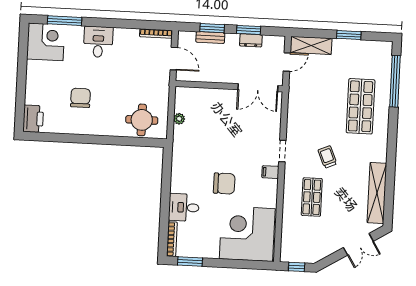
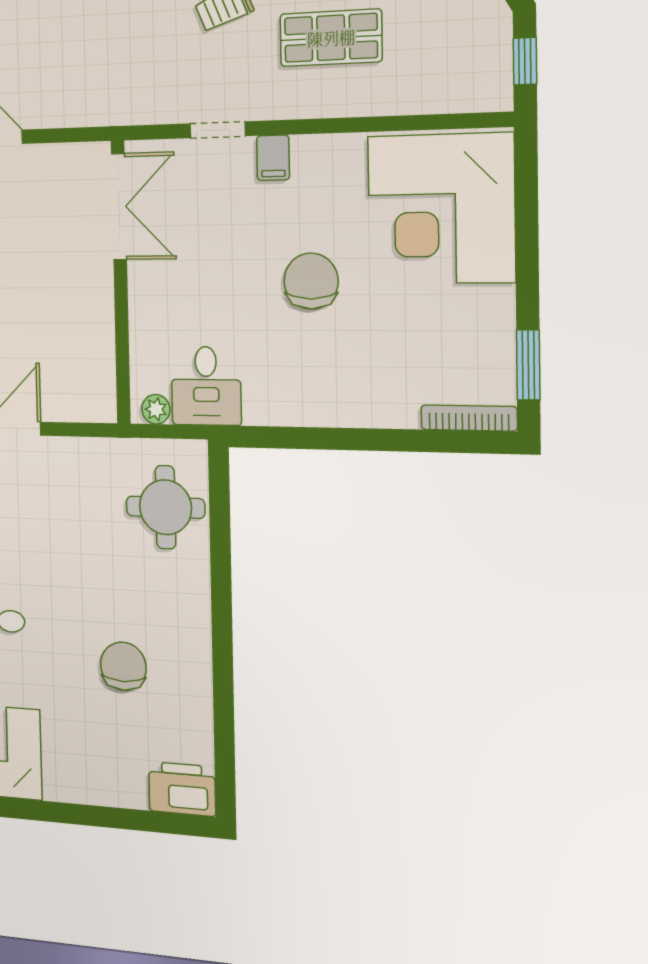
wall: (229, 86) -> (121, 283), moved
double door: (258, 88) -> (119, 207), moved
chair: (80, 98) -> (123, 666), turned 90
desk: (184, 207) -> (206, 386), moved

